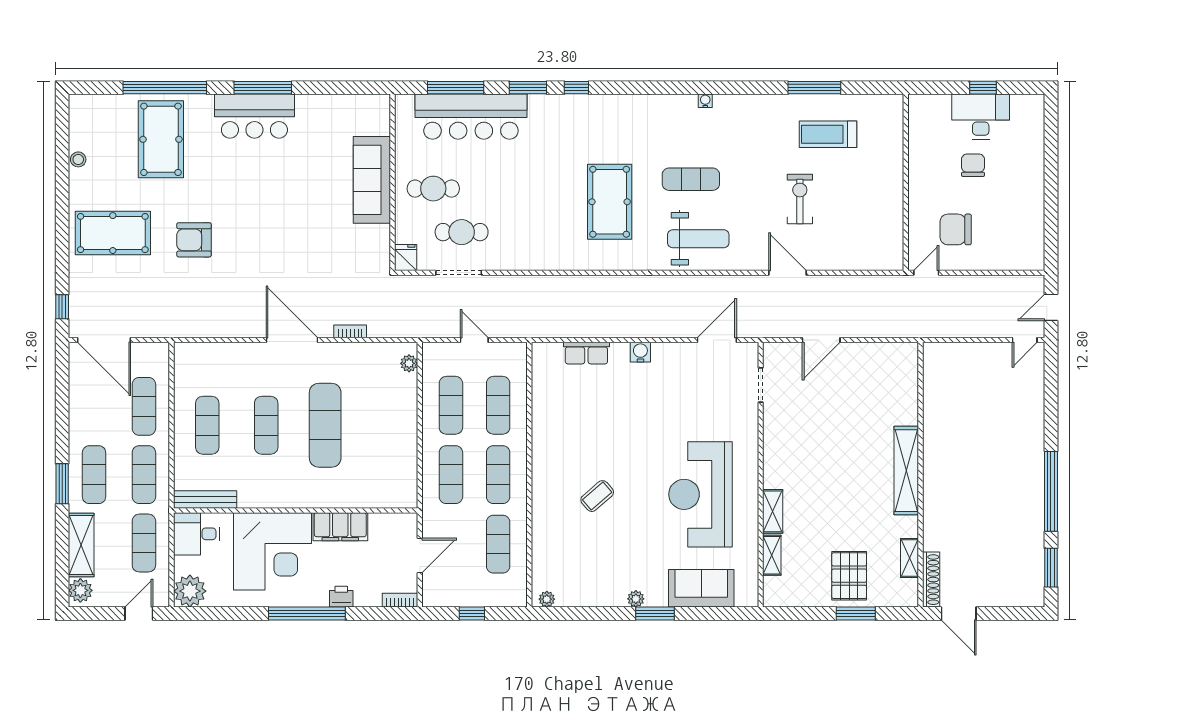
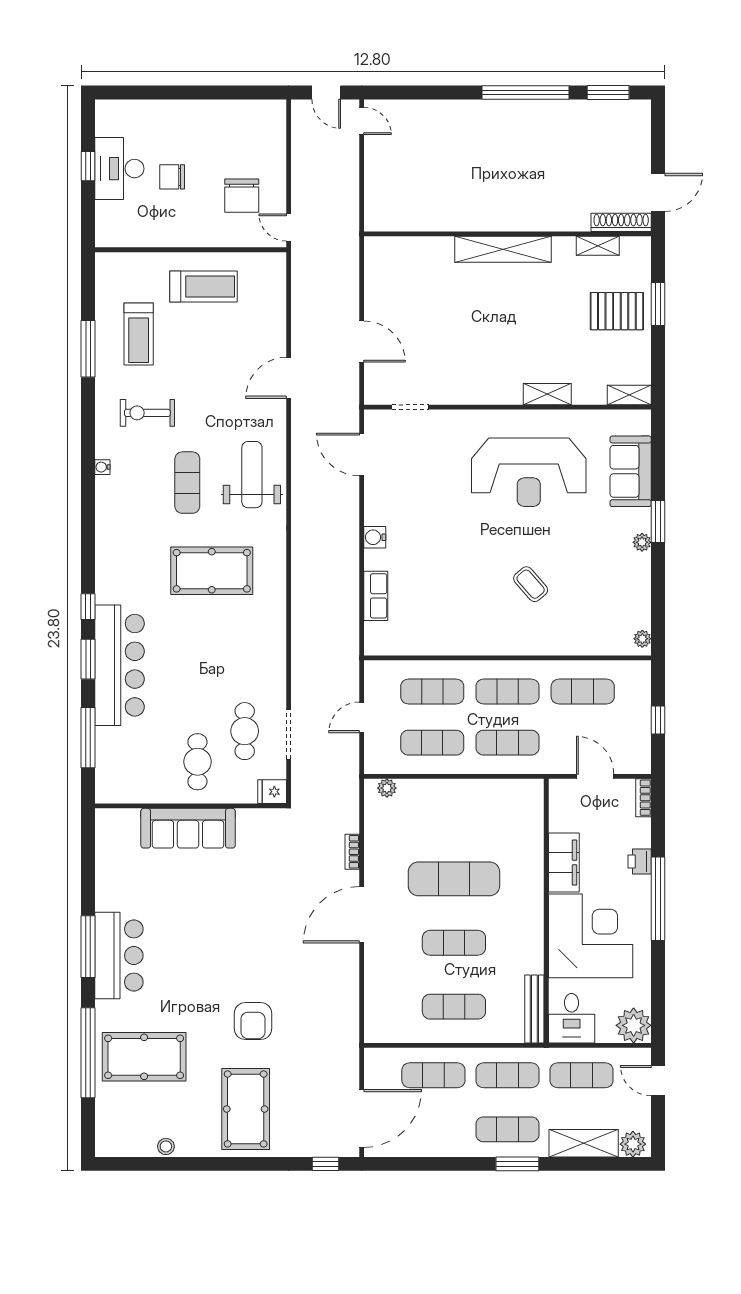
bar counter: (471, 117) -> (120, 665), moved
treadmill: (872, 194) -> (203, 286), added
exercise bike: (800, 199) -> (147, 413), moved
shelving: (772, 555) -> (629, 395), moved

